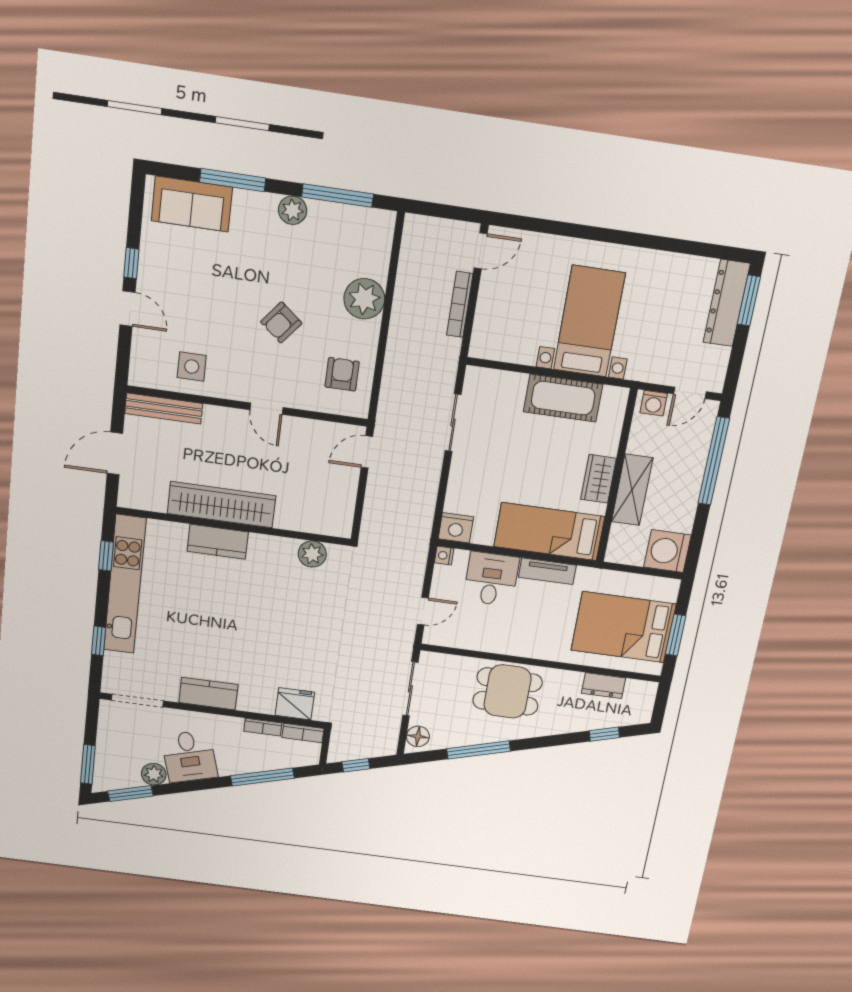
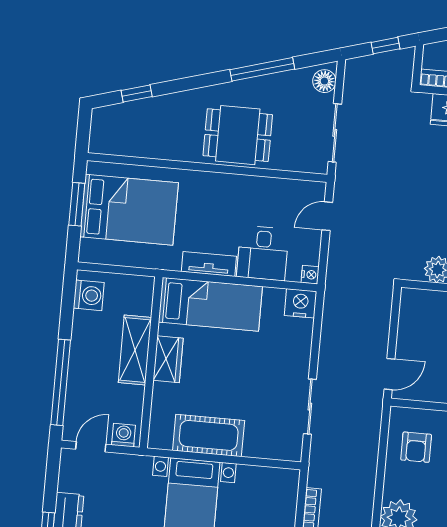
washing machine: (667, 551) -> (89, 295), width x0.73, depth x0.73
dresser: (603, 686) -> (143, 147), removed

